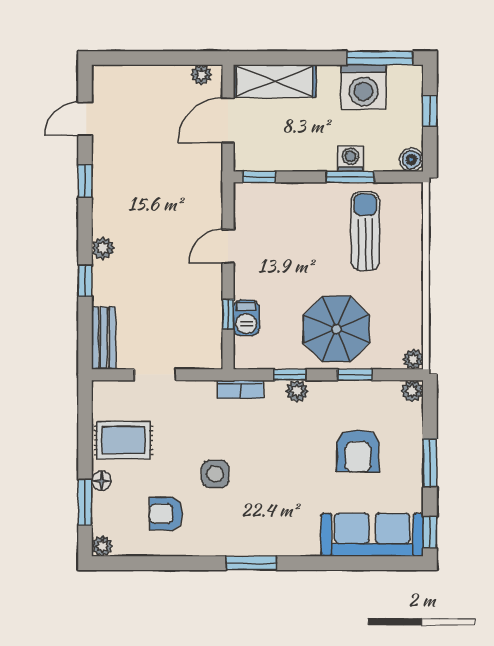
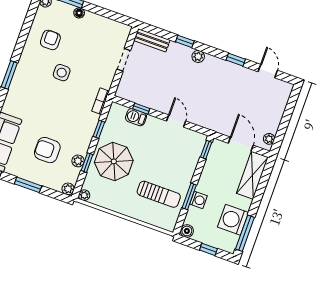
plant: (297, 391) -> (78, 161), moved
rug: (124, 440) -> (96, 32), removed

